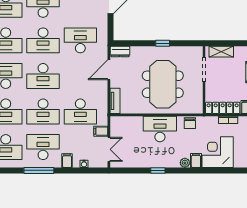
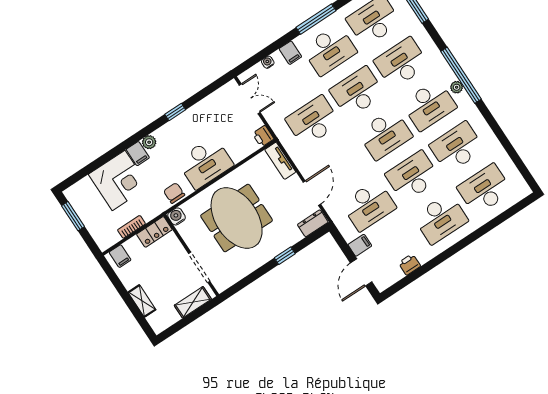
window: (163, 43) -> (285, 256), moved
desk: (43, 76) -> (385, 134), turned 180
water cooler: (198, 108) -> (177, 216), added
locker: (223, 108) -> (154, 232), width x0.66
printer: (115, 122) -> (263, 136), added
filing cabinet: (101, 131) -> (360, 245), moved
double door: (109, 149) -> (250, 99), swing flipped

